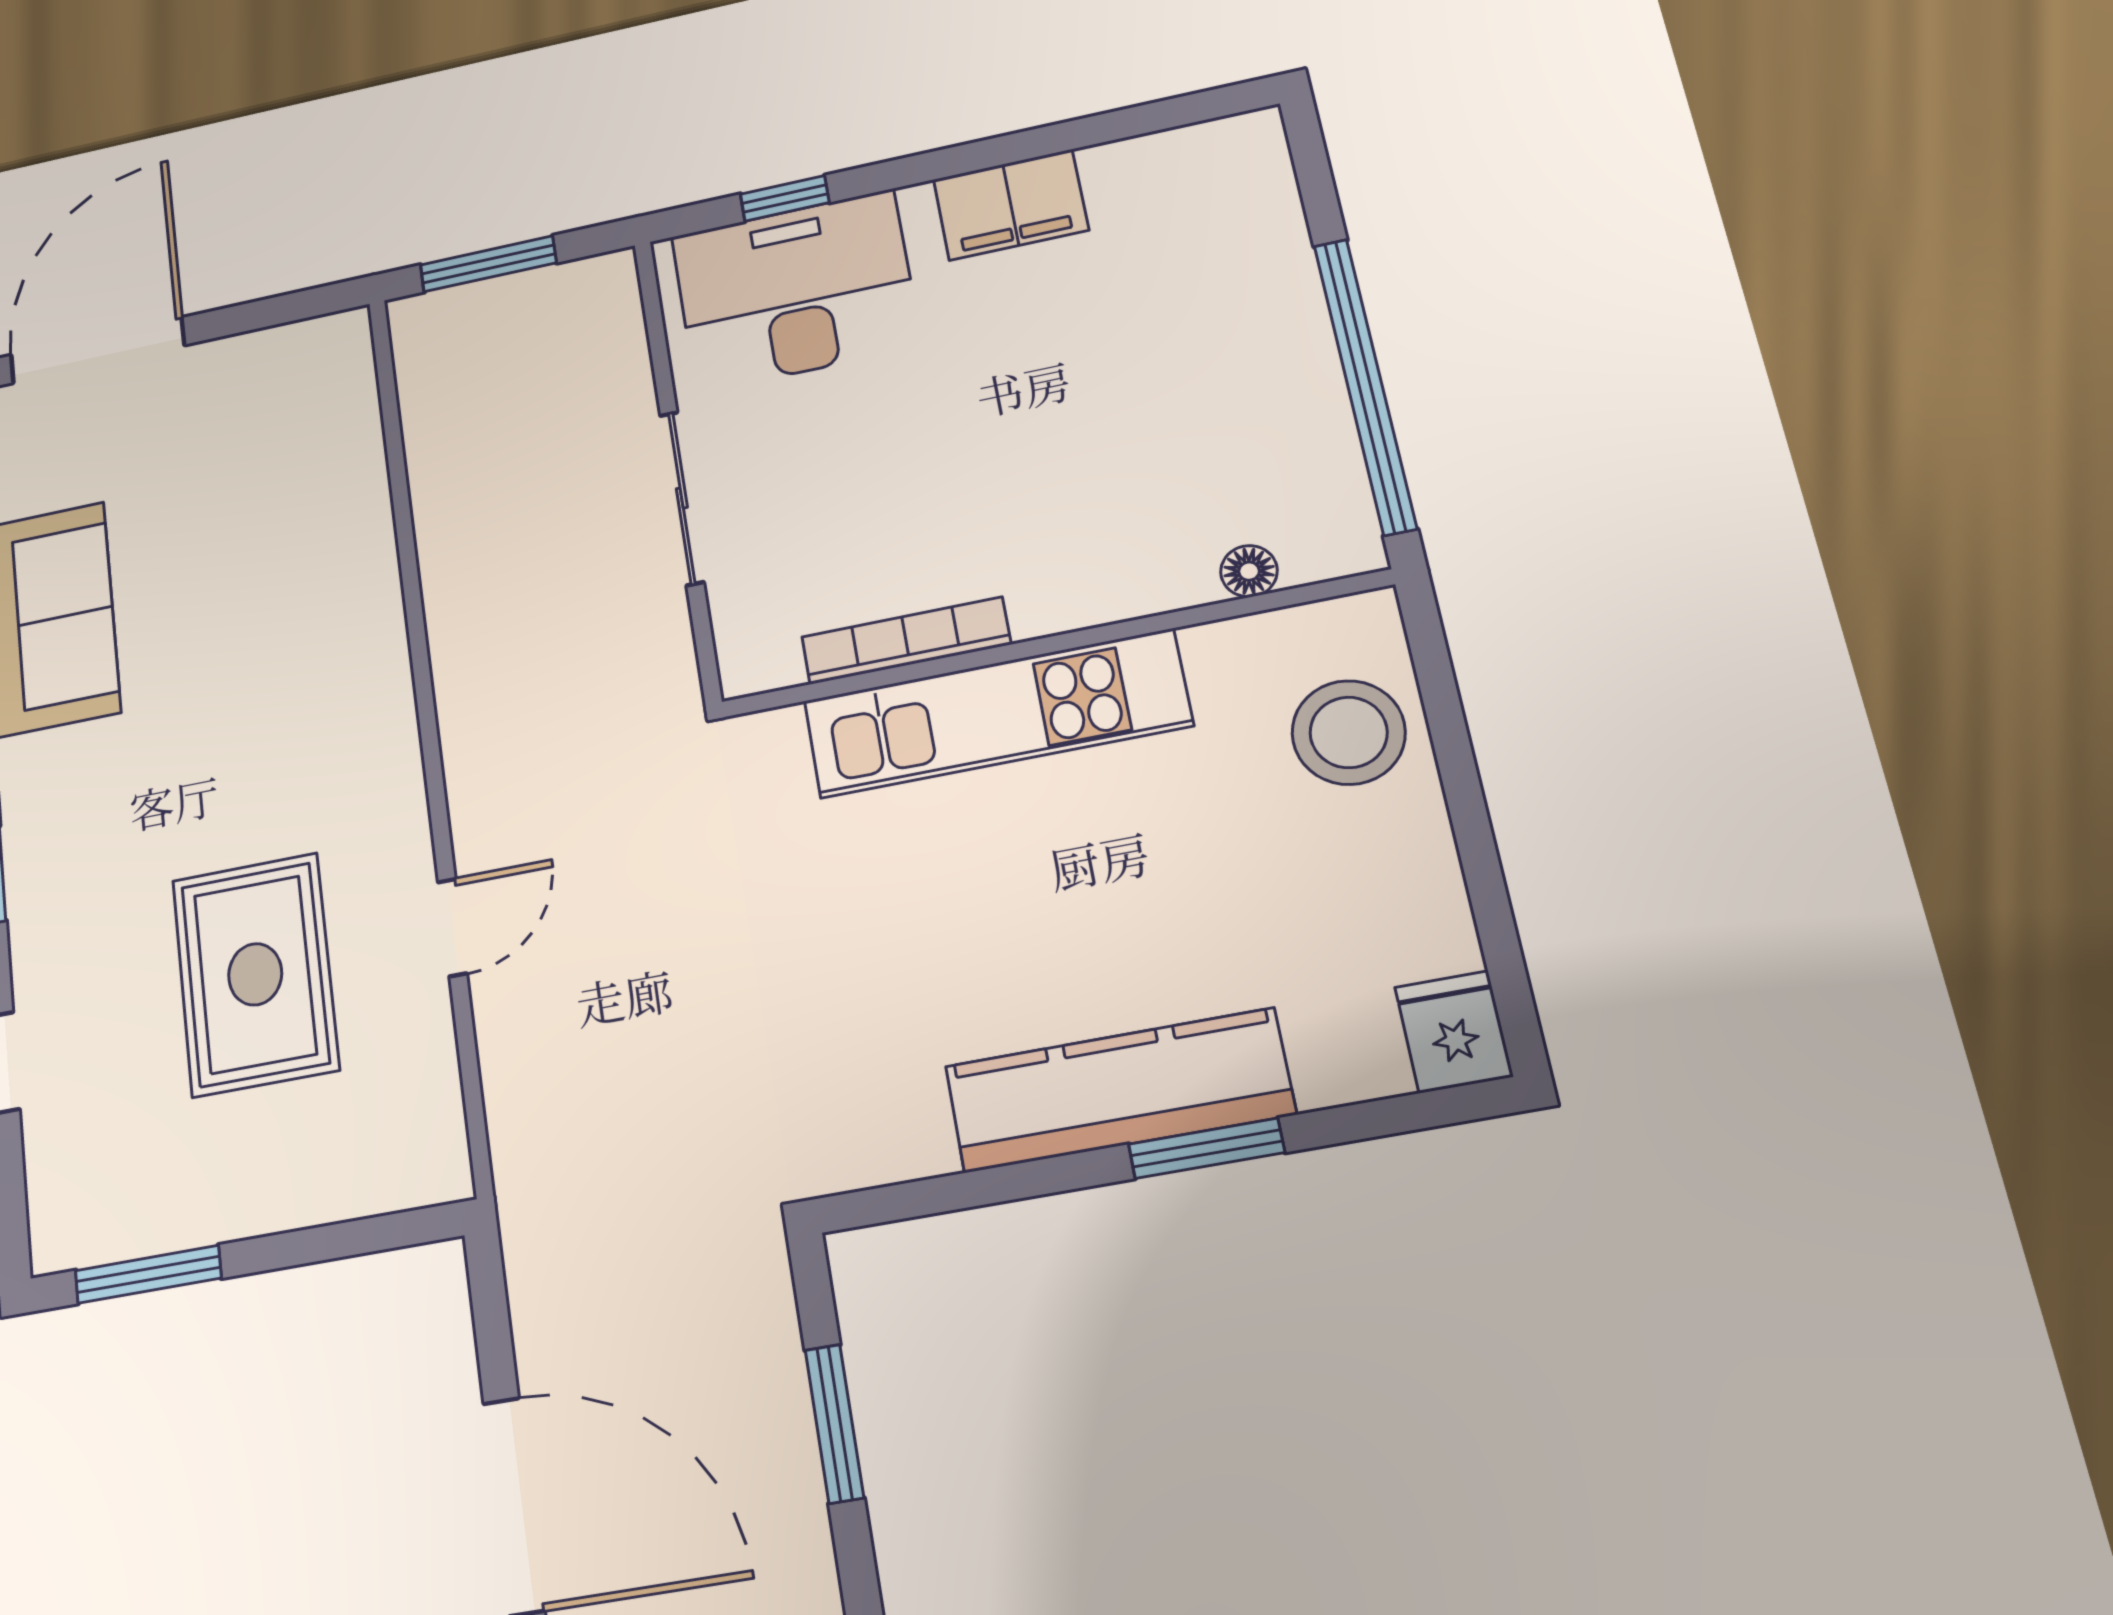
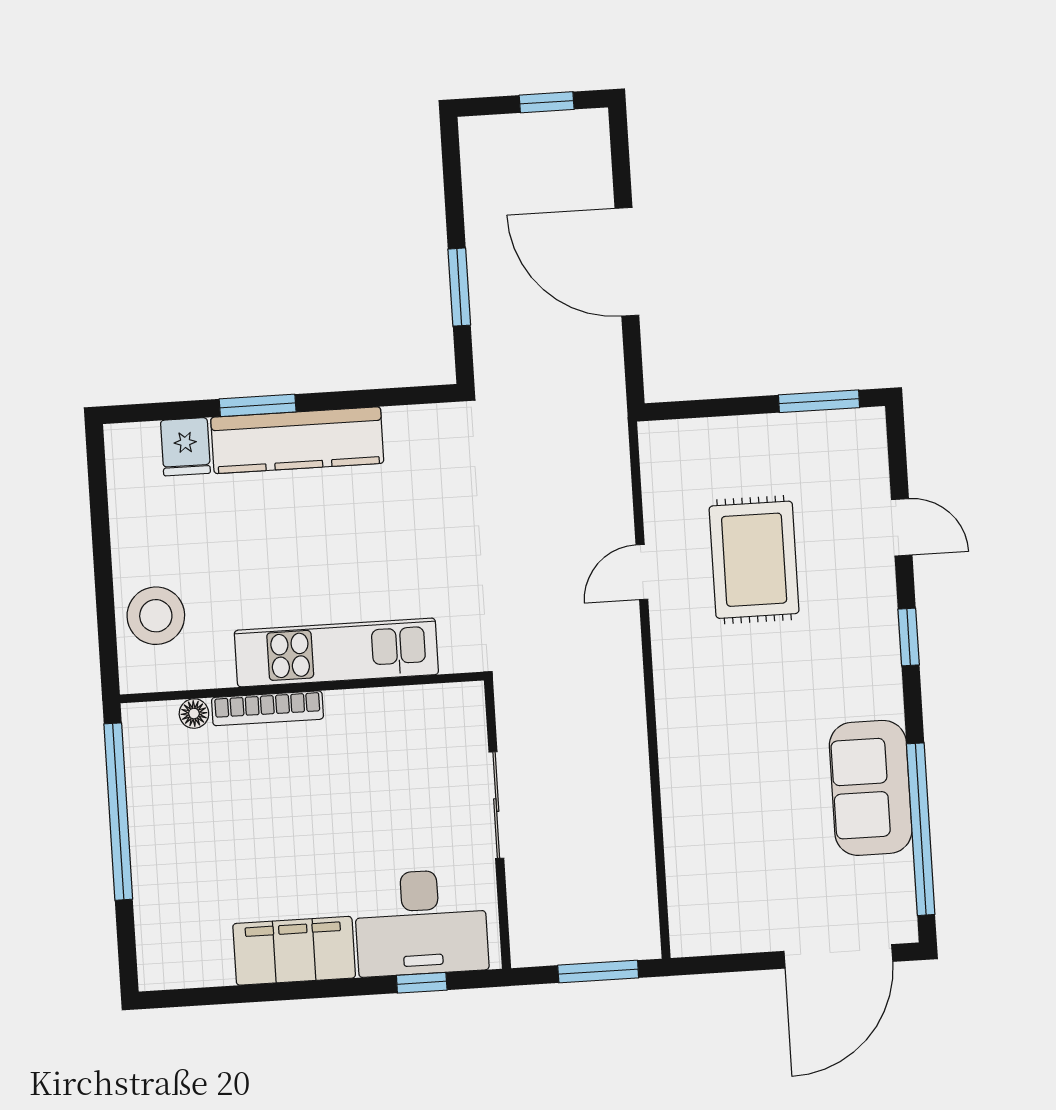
filing cabinet: (1011, 205) -> (294, 951), width x1.50, depth x1.17
bookcase: (906, 641) -> (268, 708), moved
fridge: (1454, 1032) -> (185, 447), moved

